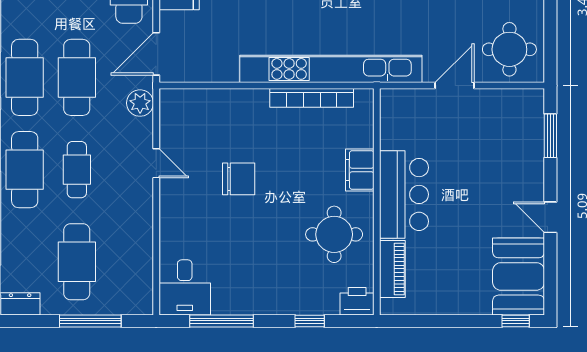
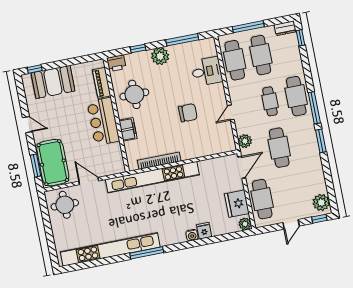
cafe table: (25, 77) -> (235, 60), moved
door: (454, 86) -> (89, 181), swing flipped
pool table: (516, 135) -> (53, 163), added
door: (156, 163) -> (231, 112), hinge flipped
chair: (239, 179) -> (188, 113), turned 180
booth: (519, 276) -> (53, 82), moved, turned 90
desk: (185, 287) -> (207, 71), moved, turned 90
plant: (270, 298) -> (160, 56), added

